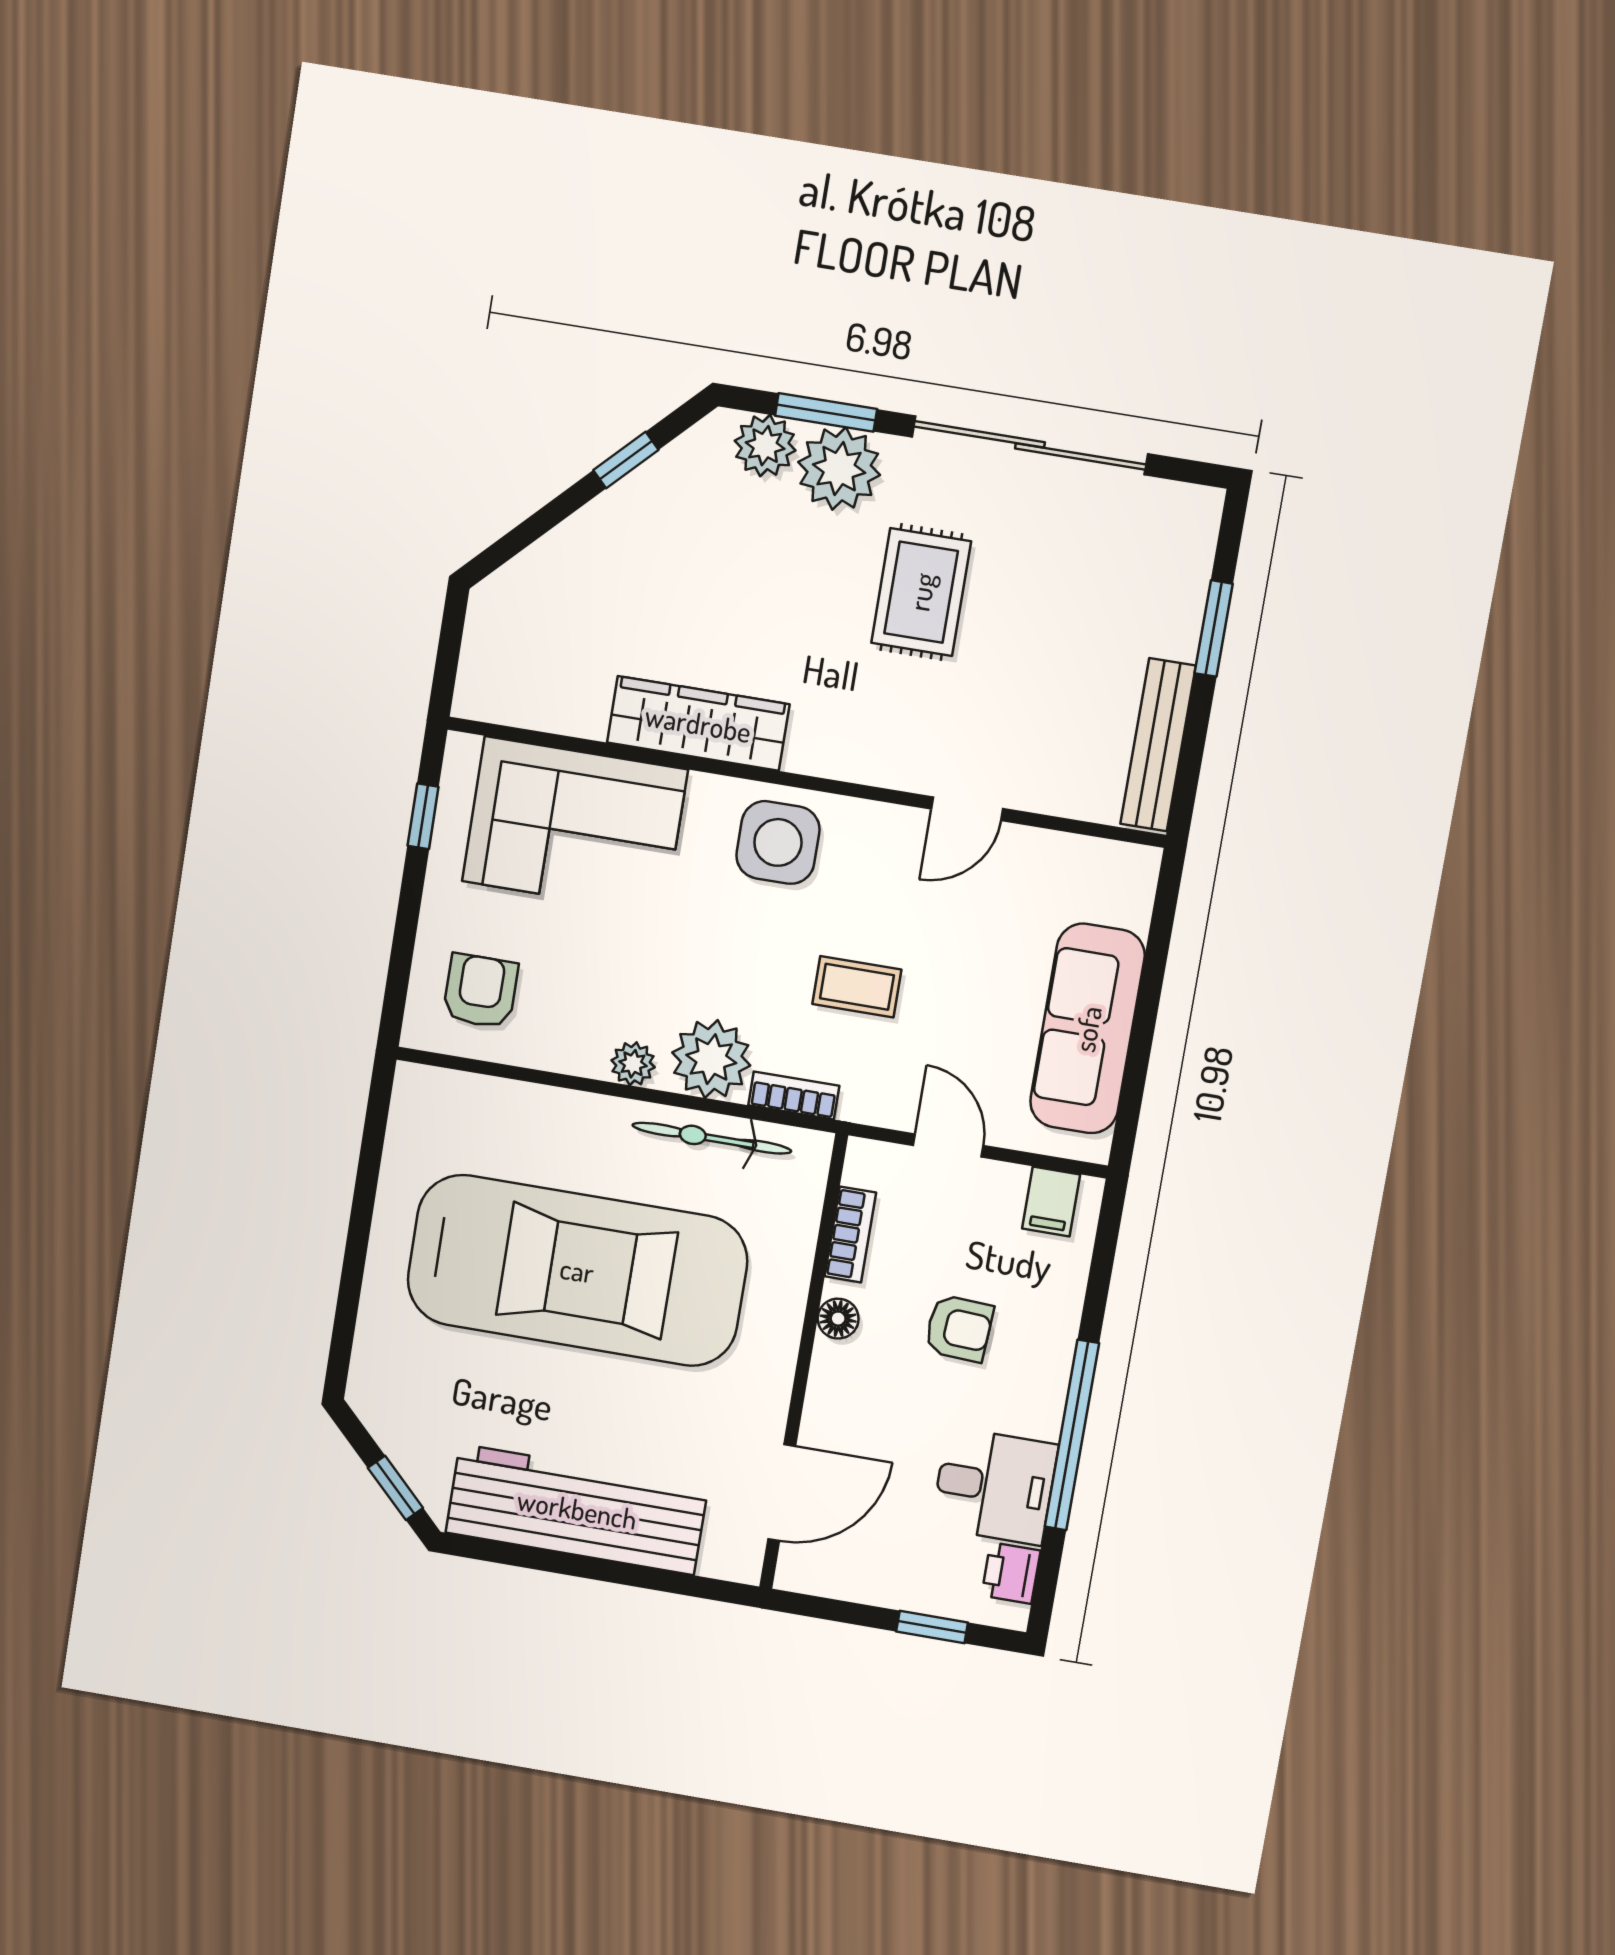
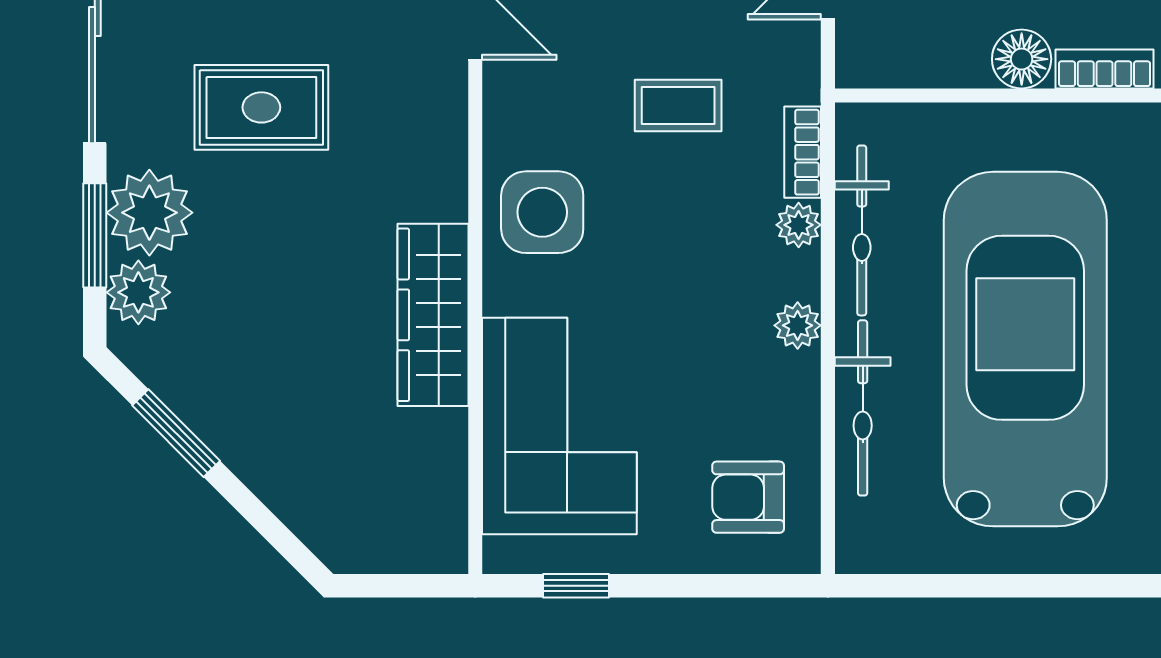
window: (626, 460) -> (176, 433), width x1.50
coffee table: (857, 987) -> (678, 106), turned 90
plant: (711, 1059) -> (799, 225), width x0.53, depth x0.53
bicycle: (547, 1111) -> (863, 408), added
bookcase: (850, 1234) -> (1105, 69), moved
floor lamp: (838, 1319) -> (1022, 59), width x1.37, depth x1.37

